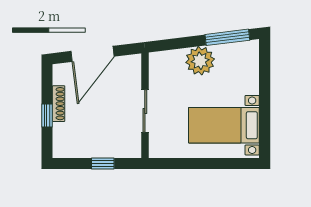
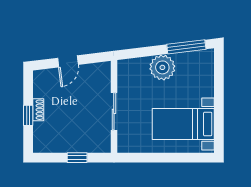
door: (92, 54) -> (68, 61), width x0.53
shoe rack: (59, 104) -> (38, 110), width x0.70

